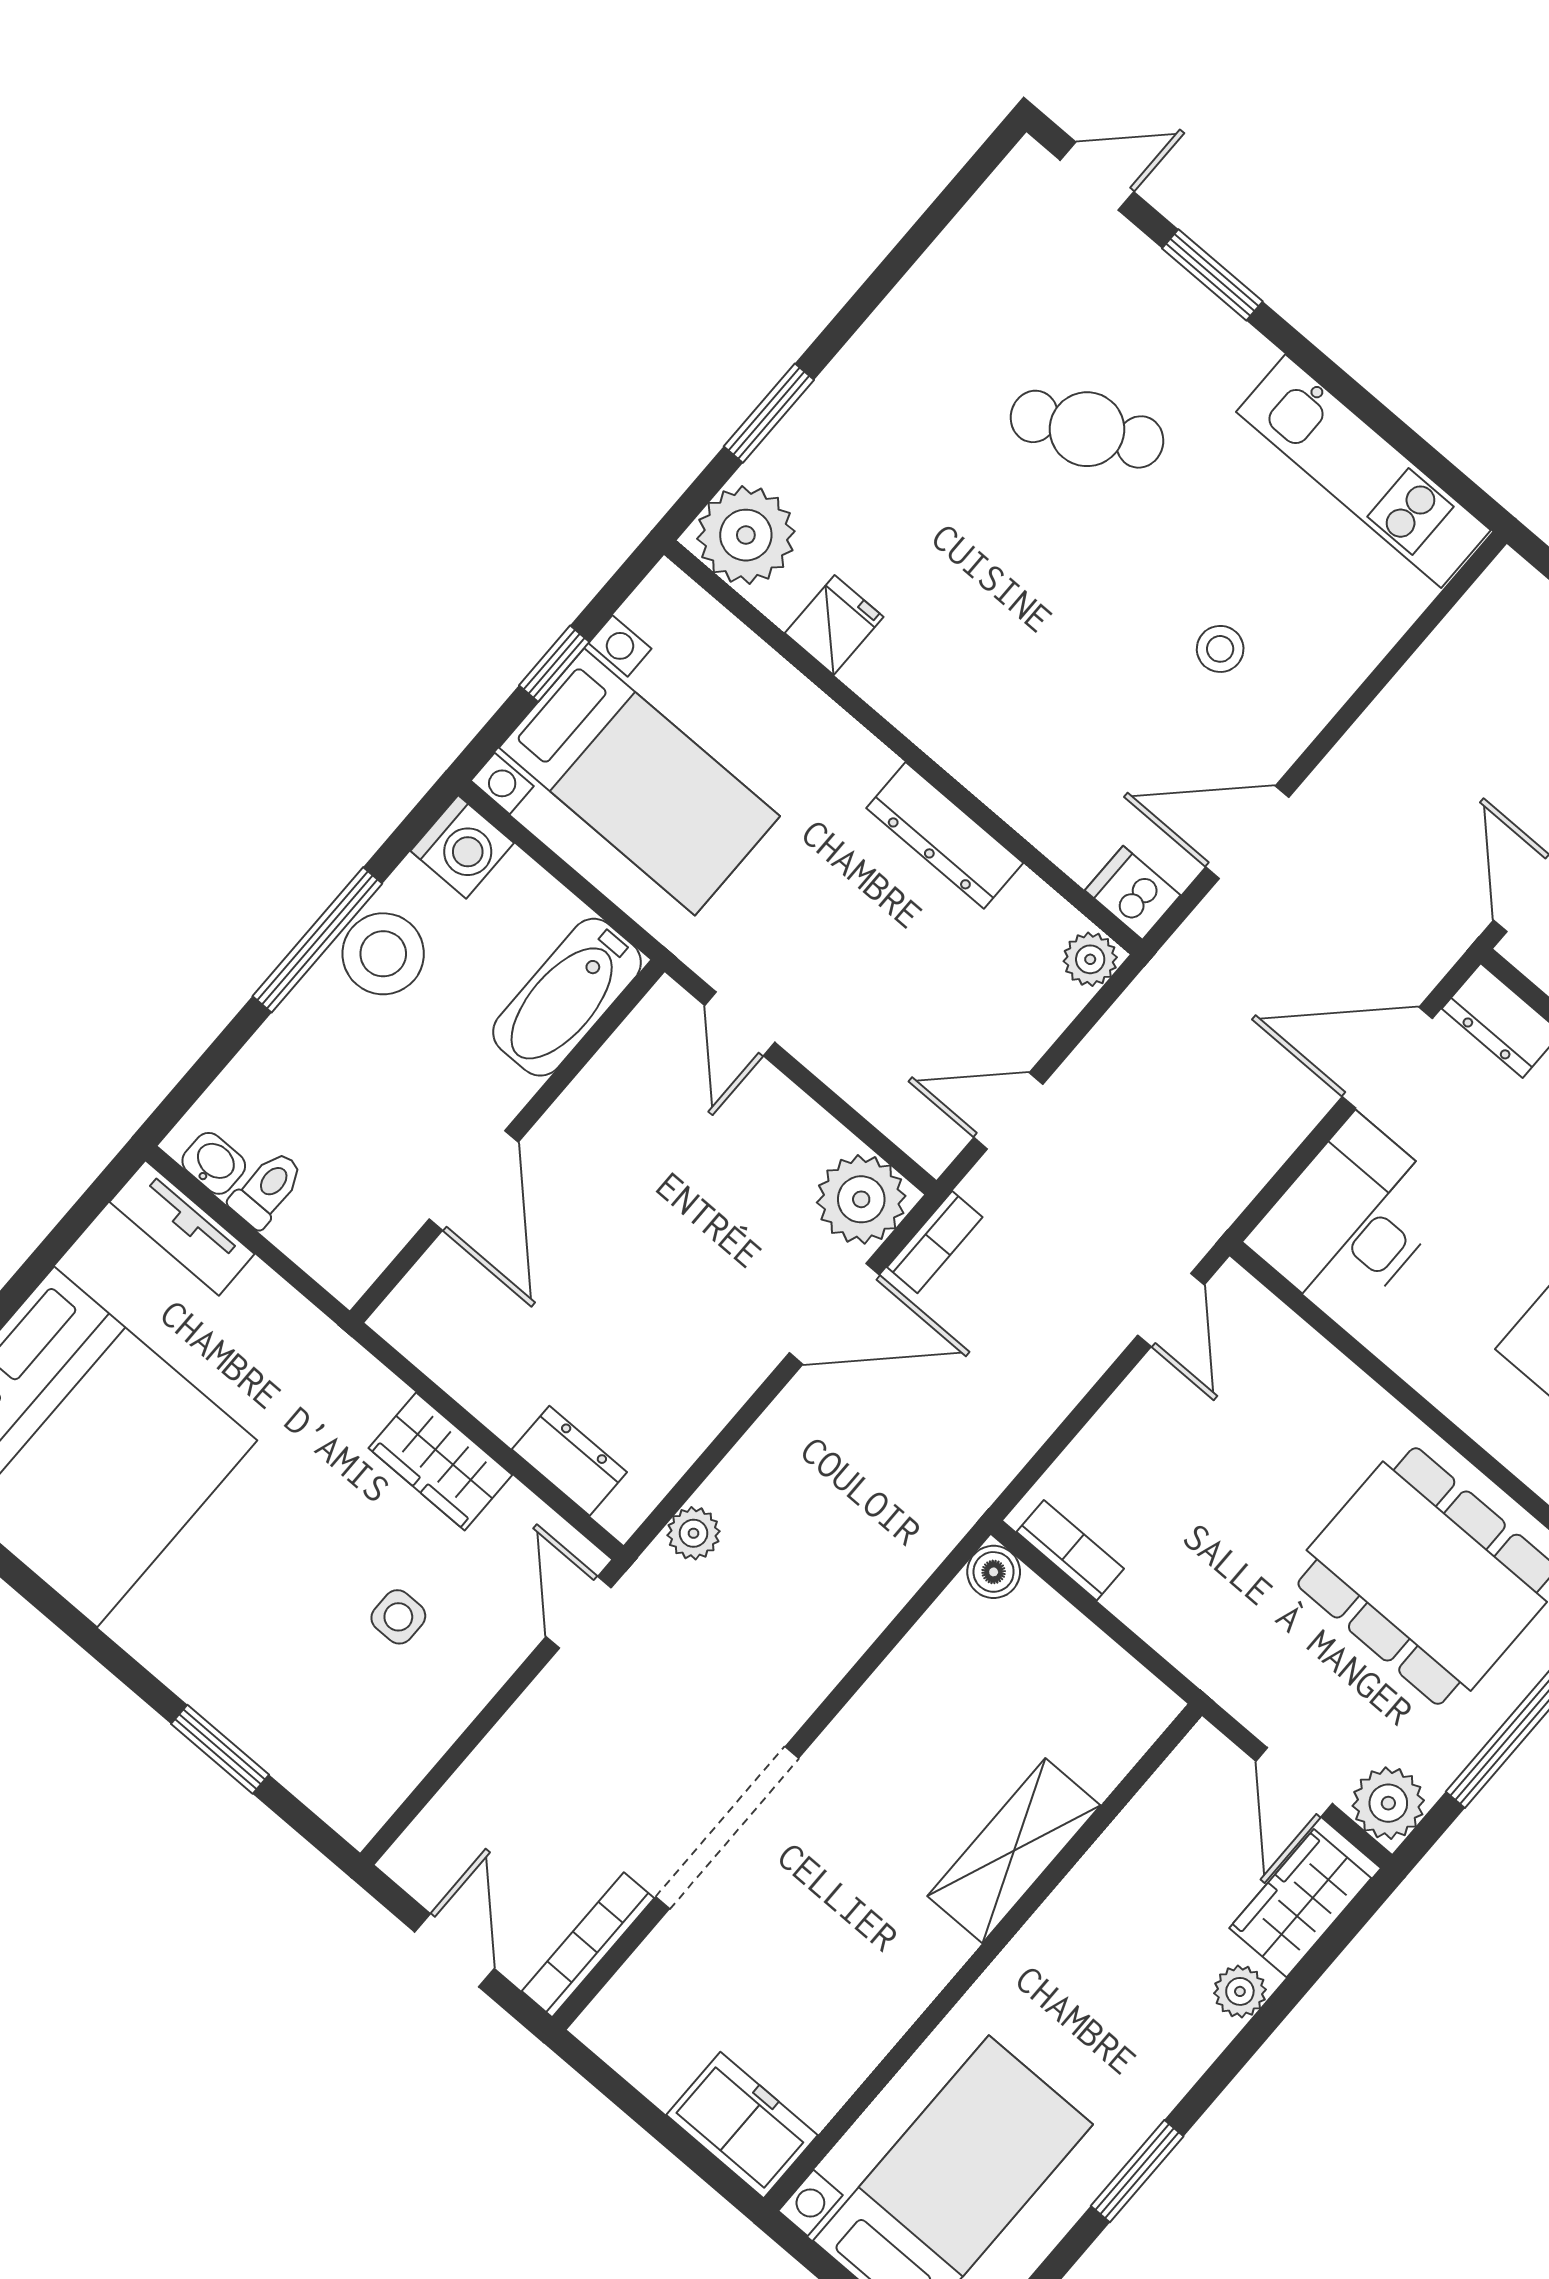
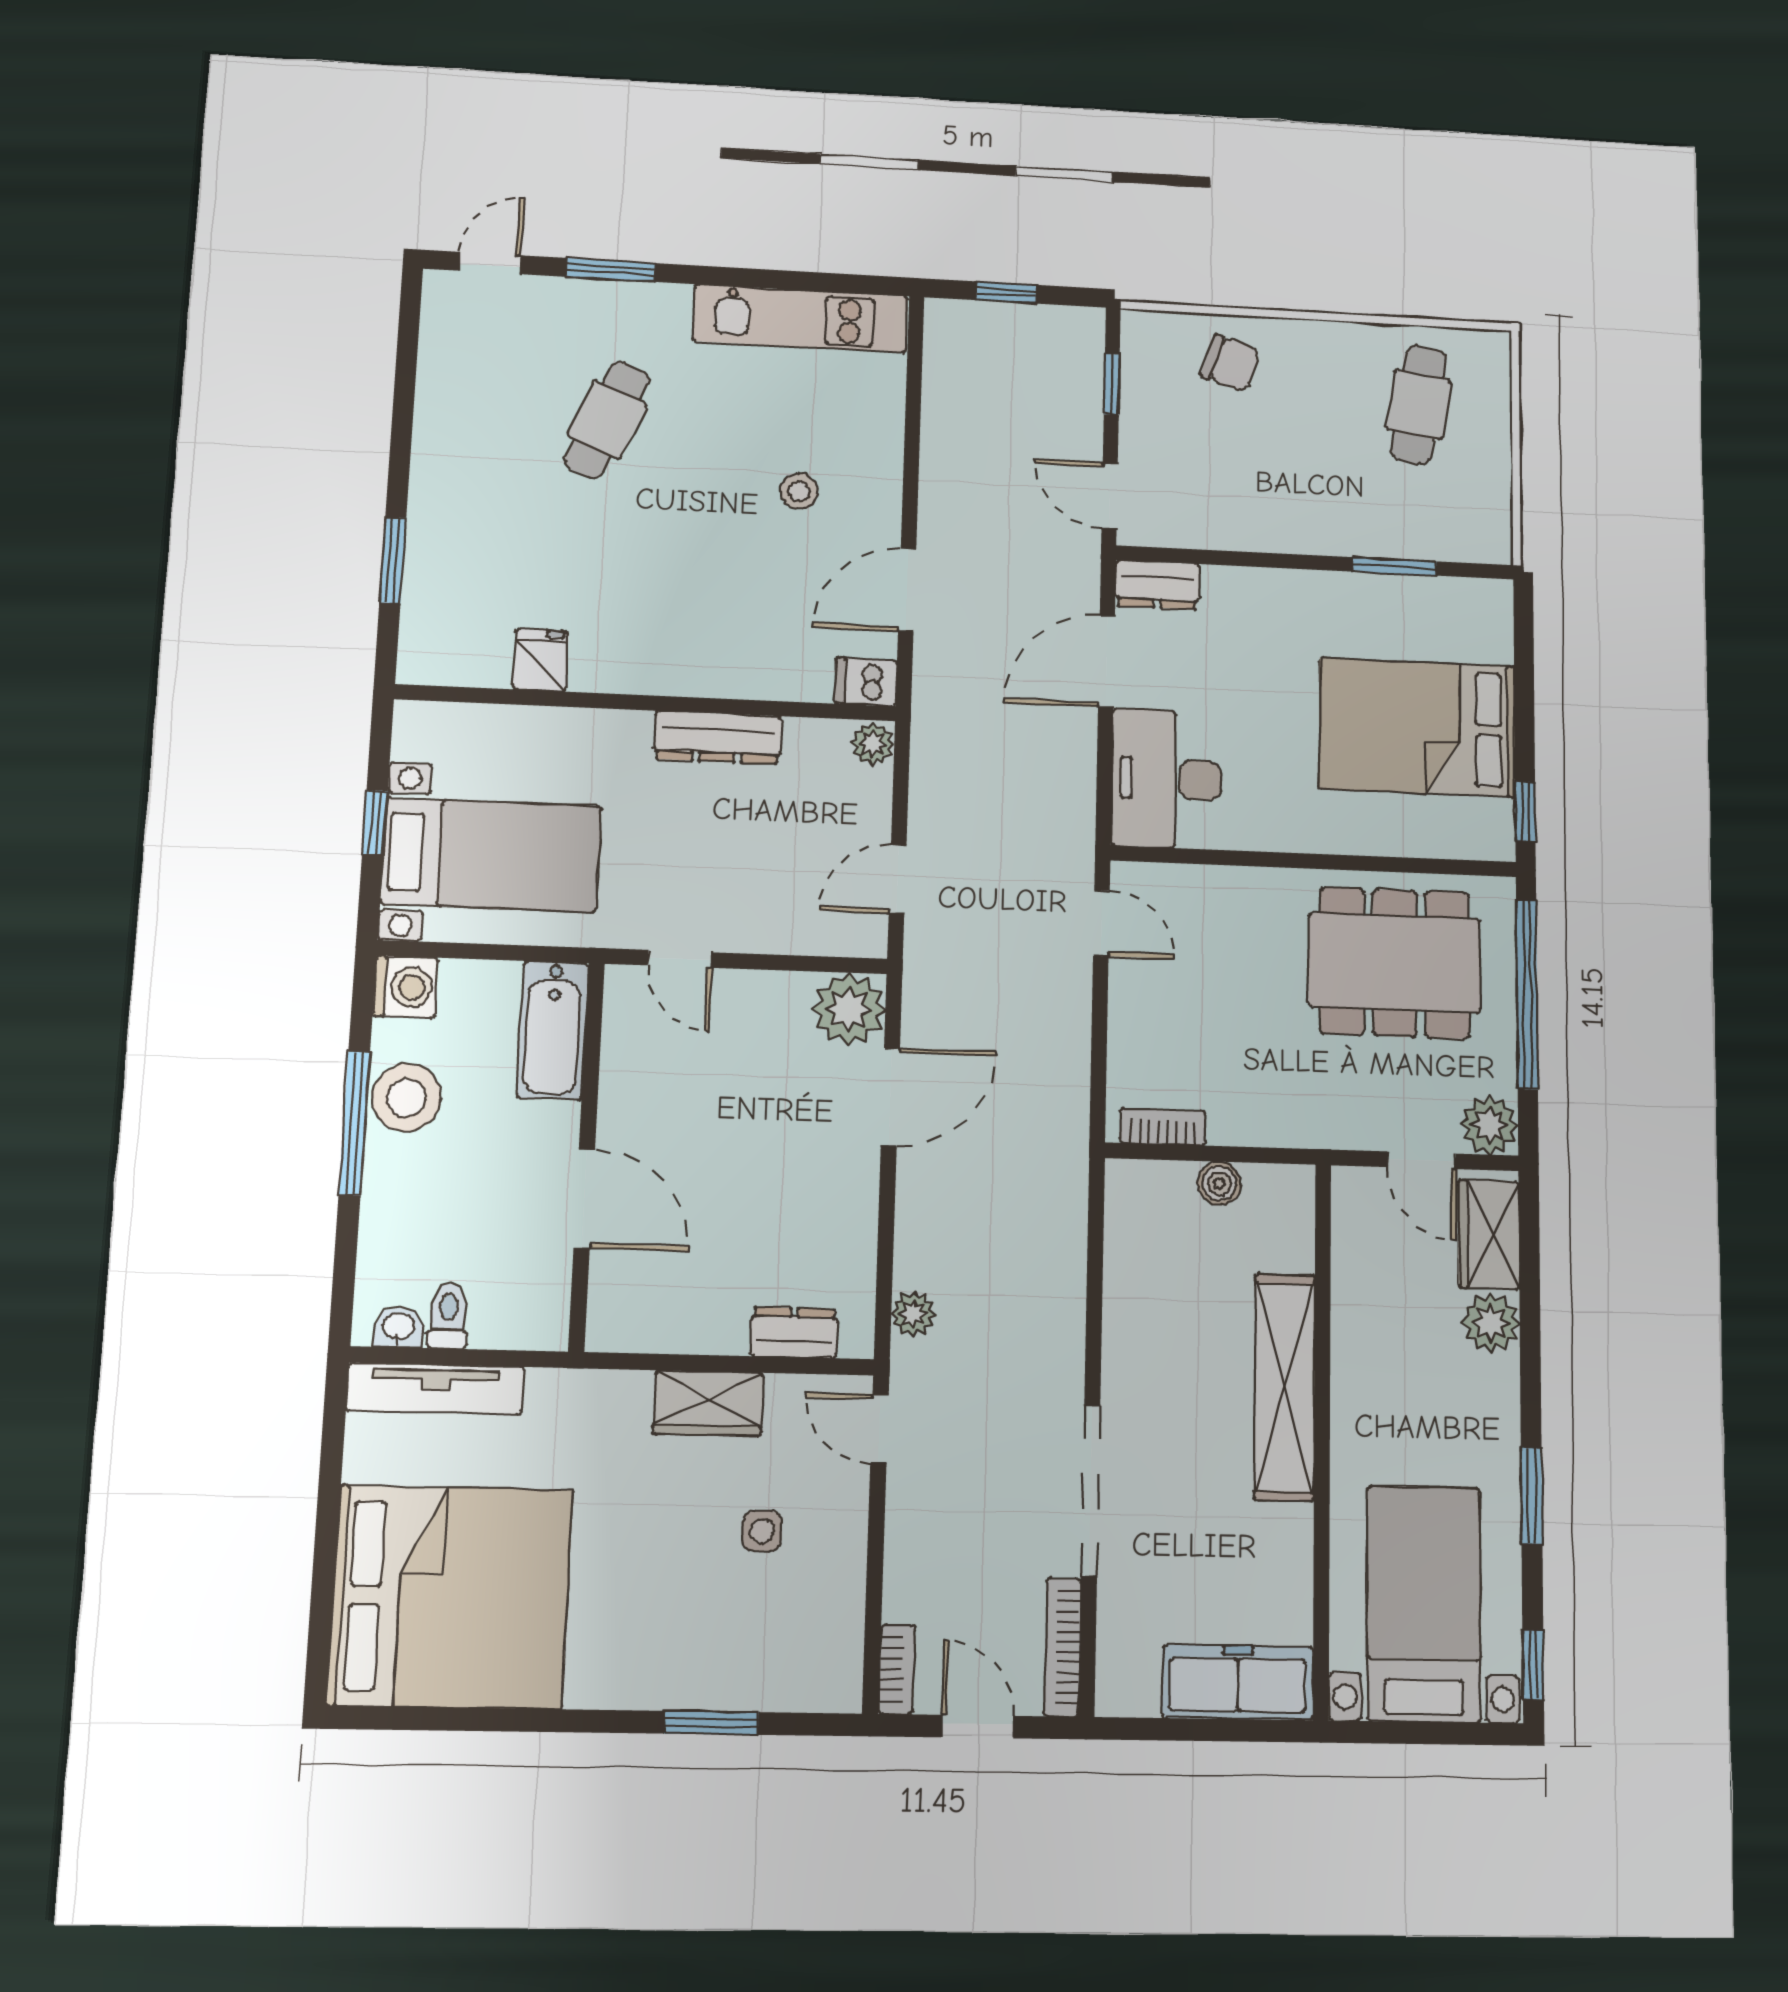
cafe table: (1087, 429) -> (607, 420), turned -40
plant: (746, 535) -> (438, 647), removed
tv unit: (182, 1228) -> (435, 1389), width x1.41
bookcase: (935, 1242) -> (897, 1669), moved
boiler: (994, 1572) -> (1219, 1183), moved
shelving: (1014, 1851) -> (1285, 1387), width x1.47
plant: (1240, 1991) -> (1491, 1323), width x1.38, depth x1.38
freezer: (742, 2125) -> (1238, 1682), width x1.40

